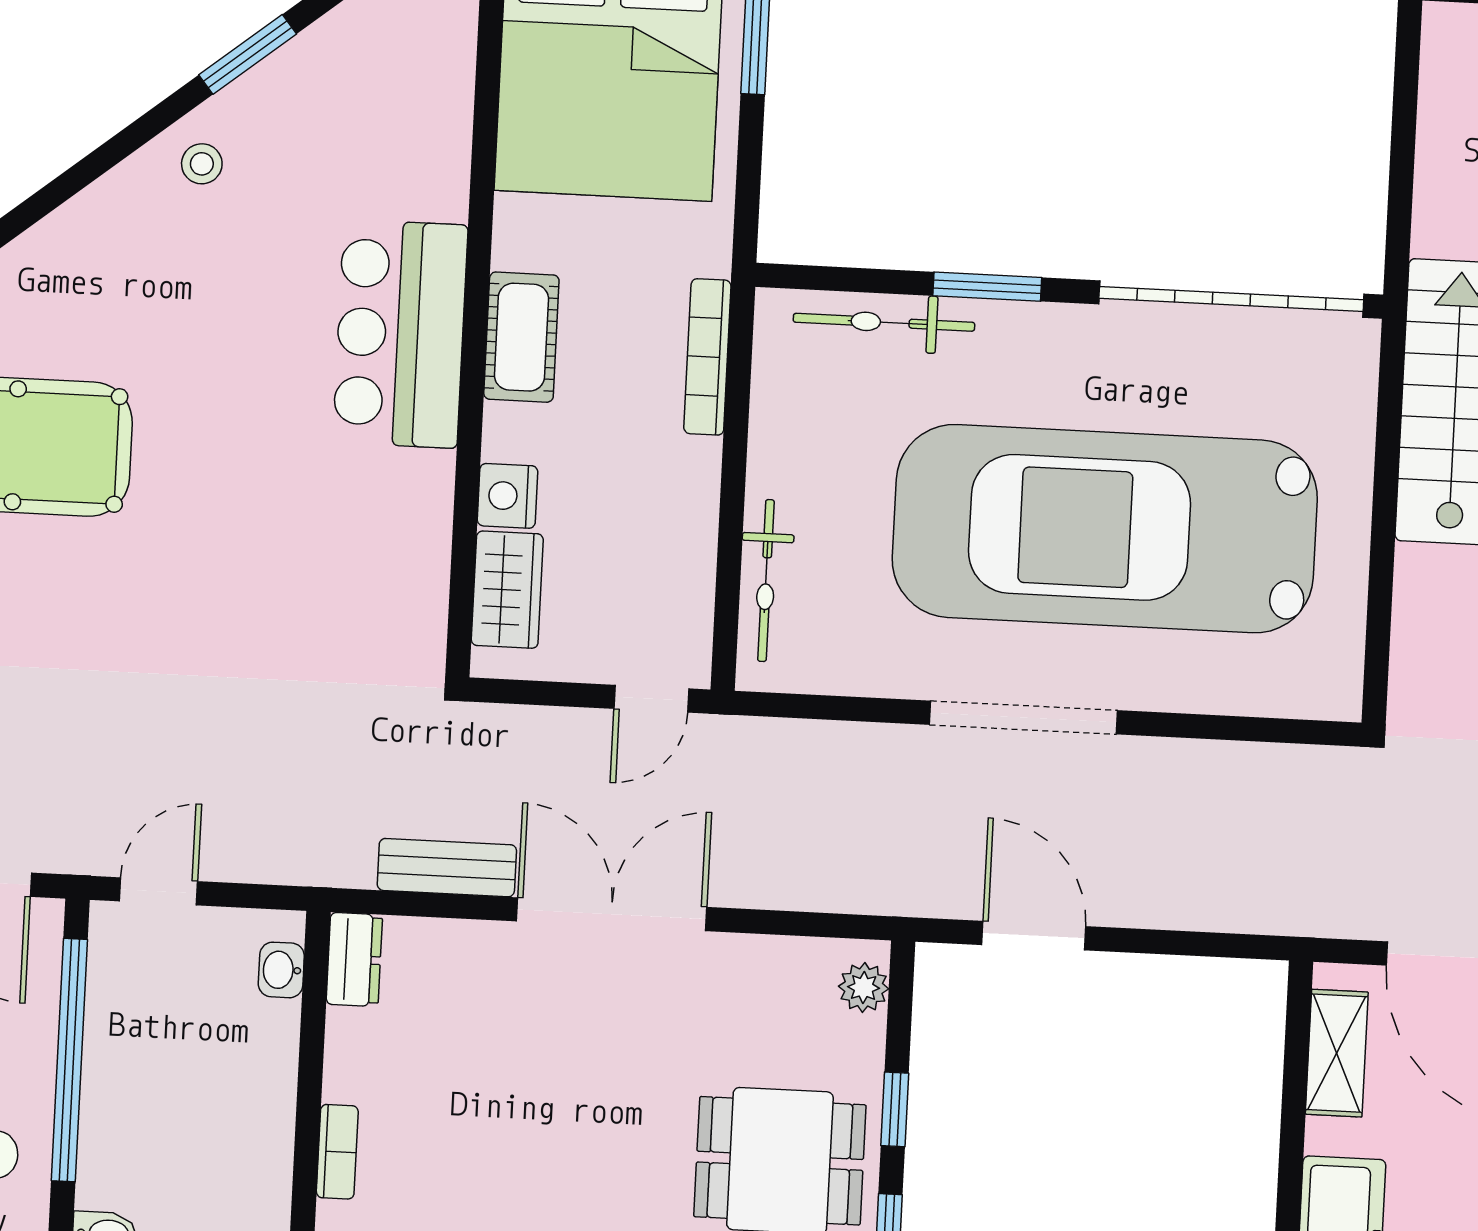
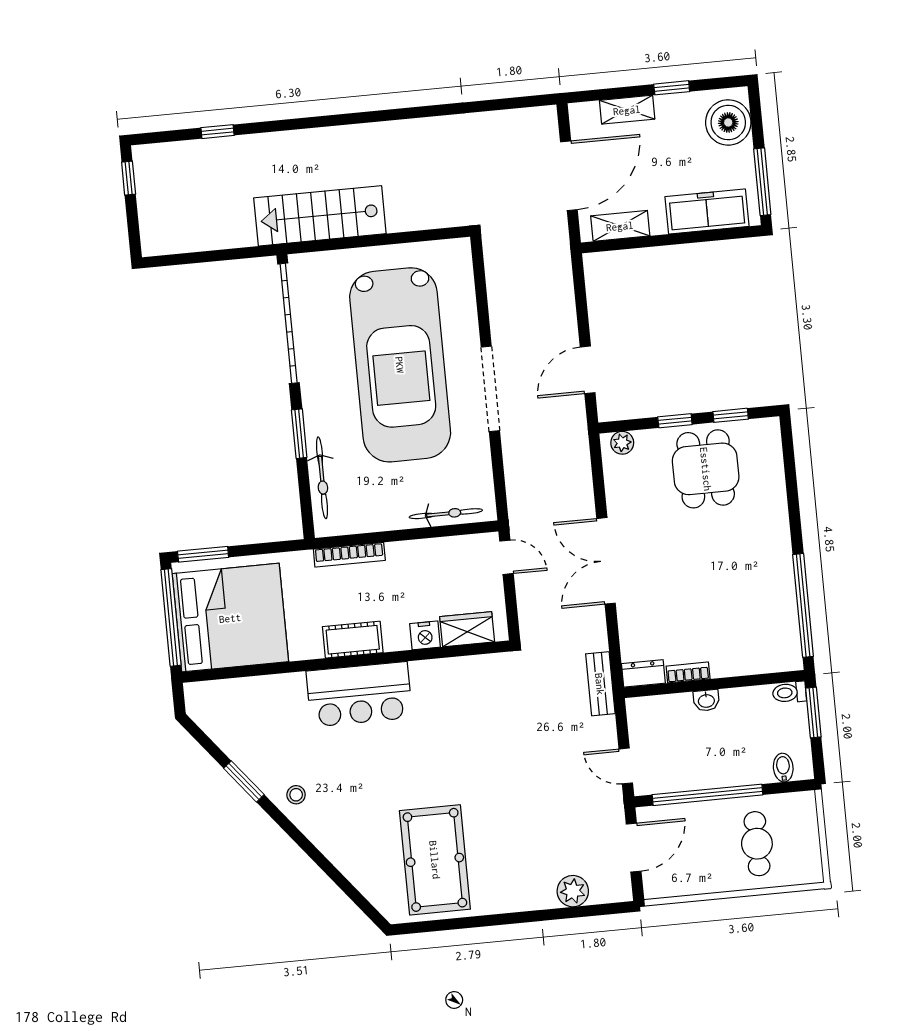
bench: (447, 868) -> (600, 684), moved
washbasin: (281, 970) -> (706, 700), moved
bookcase: (337, 1152) -> (688, 672), moved

